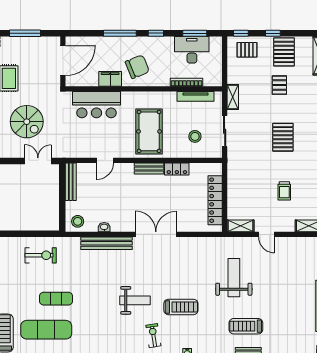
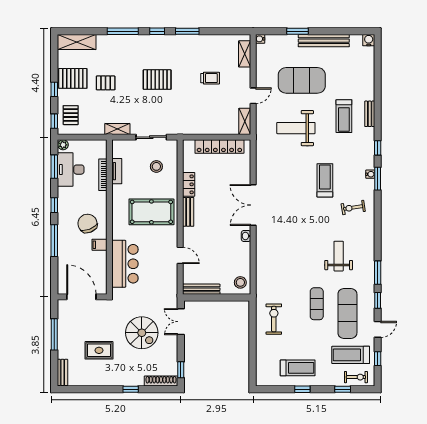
plant: (217, 42) -> (63, 145), added
filing cabinet: (110, 79) -> (99, 245), width x0.50
tv unit: (196, 96) -> (117, 171), width x0.71
spiral stairs: (27, 122) -> (142, 333), turned 90
washbasin: (104, 227) -> (246, 236), moved
bench: (107, 243) -> (262, 254), removed
exercise mat: (282, 284) -> (302, 80), added
weight bench: (135, 300) -> (339, 256), moved

